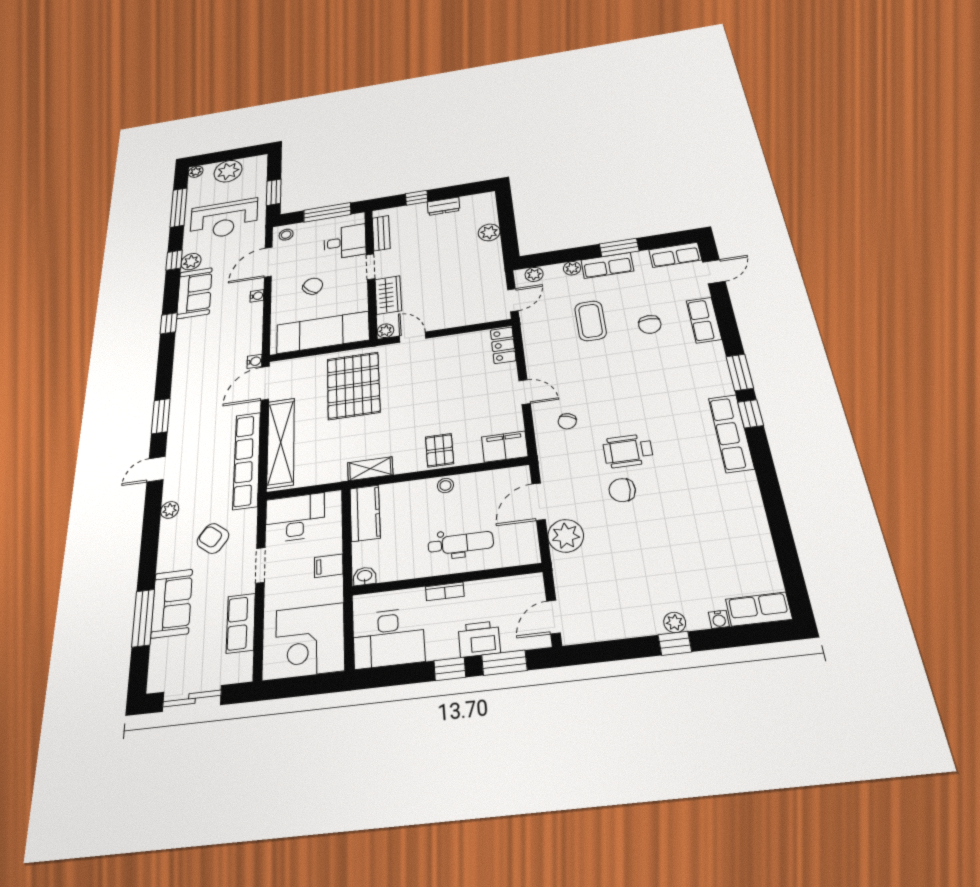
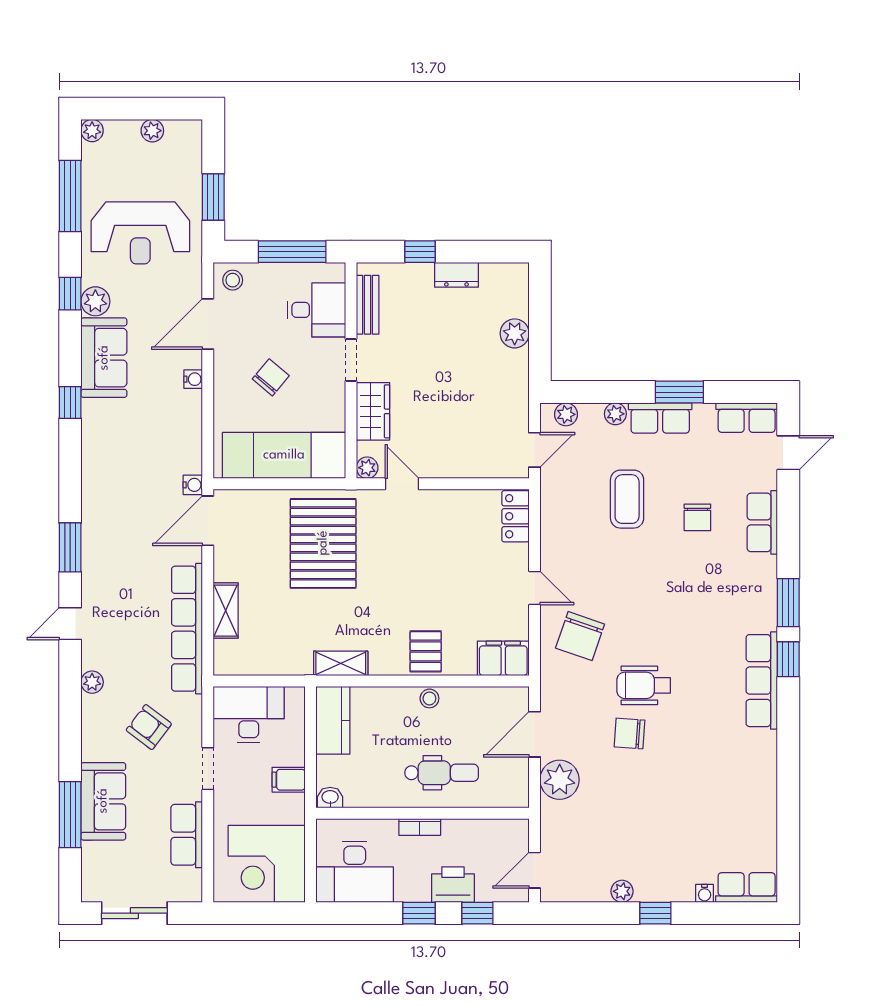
plant: (228, 171) -> (152, 131), width x0.53, depth x0.53
chair: (567, 421) -> (580, 636), width x1.87, depth x1.87
shelving: (281, 443) -> (226, 611), width x0.45, depth x0.75
plant: (675, 622) -> (622, 891), moved
window: (504, 663) -> (477, 913), width x0.67

